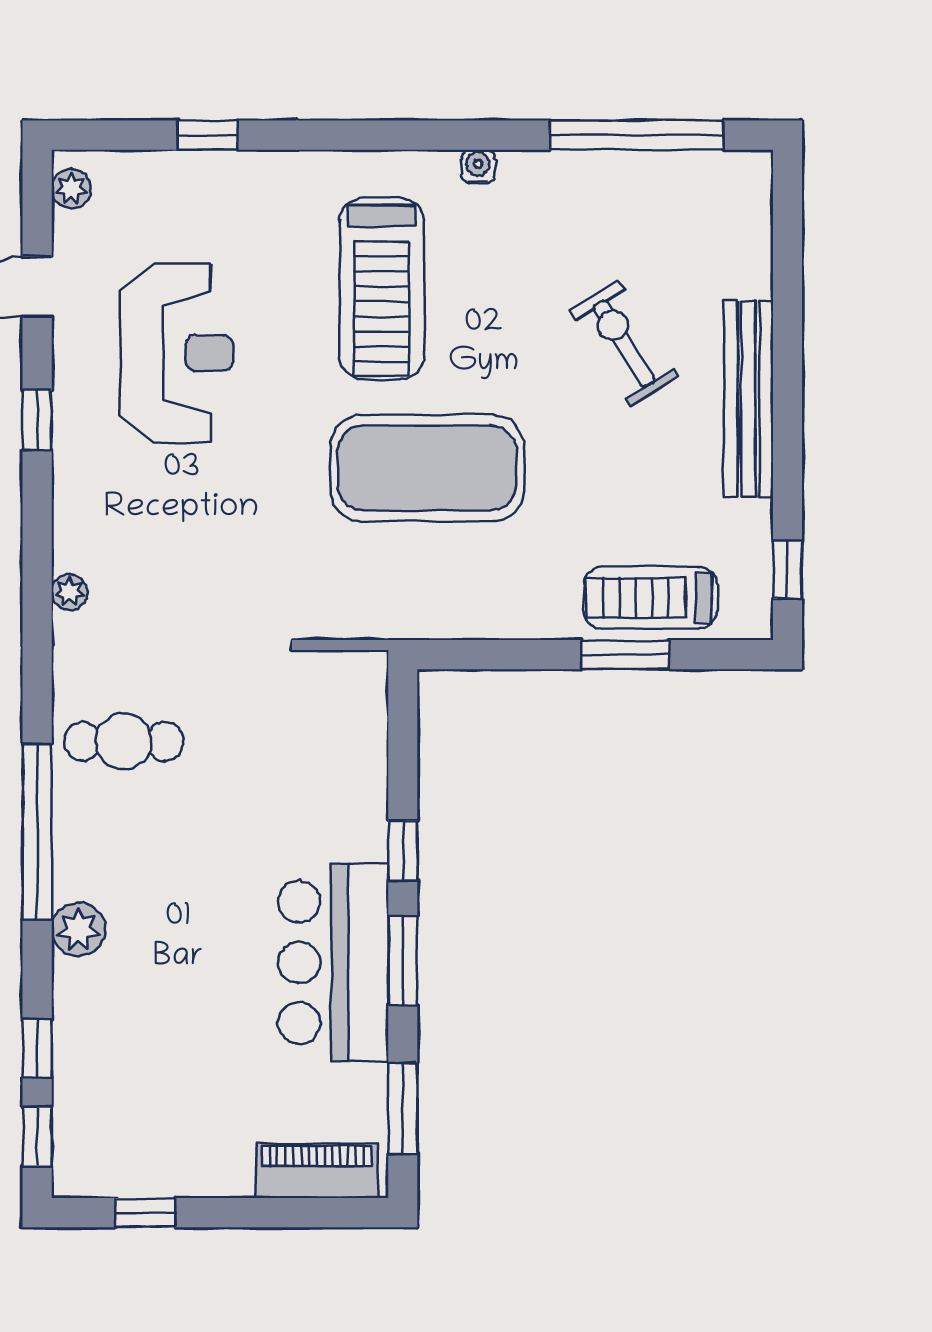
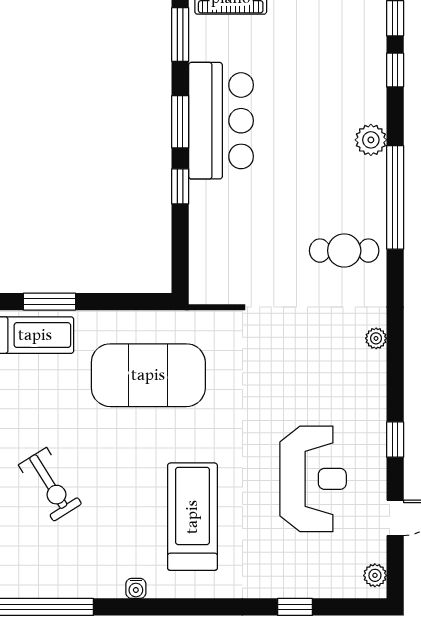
reception desk: (177, 353) -> (313, 479), turned 180
exercise mat: (427, 468) -> (148, 375), moved

